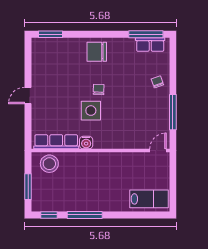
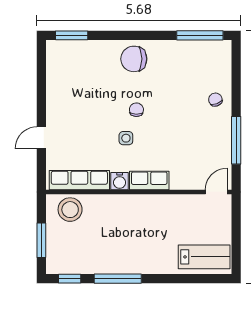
row of seats: (150, 45) -> (149, 180), moved, turned 180
door: (28, 96) -> (41, 138), moved
side table: (91, 111) -> (126, 138), width x0.54, depth x0.54

